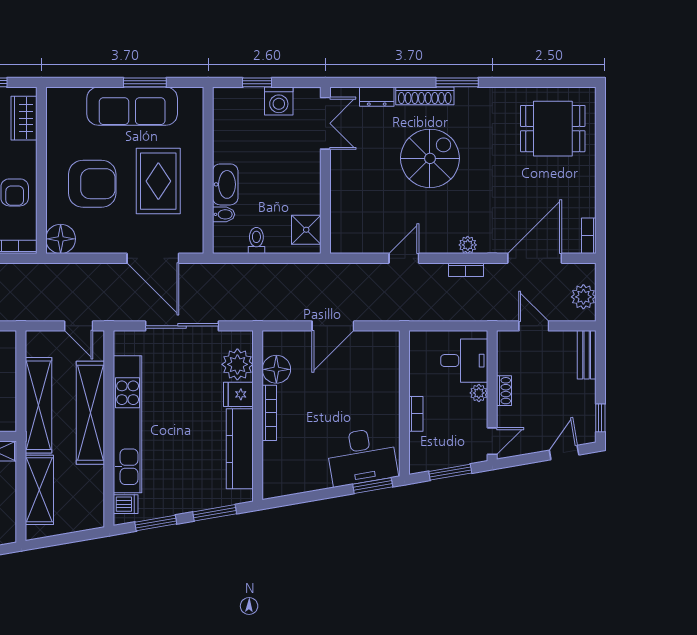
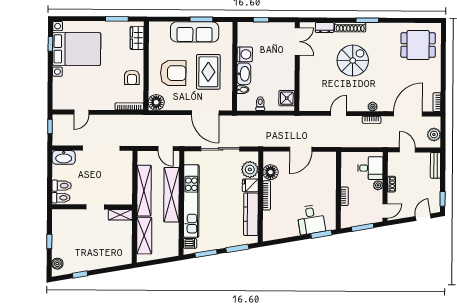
washing machine: (279, 101) -> (245, 54), moved, turned -90
desk: (362, 457) -> (311, 220), width x0.73

